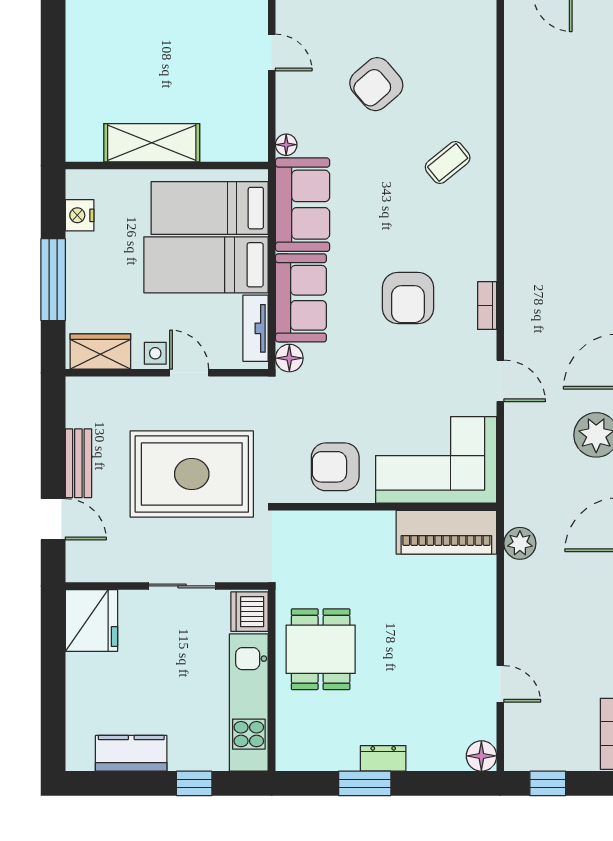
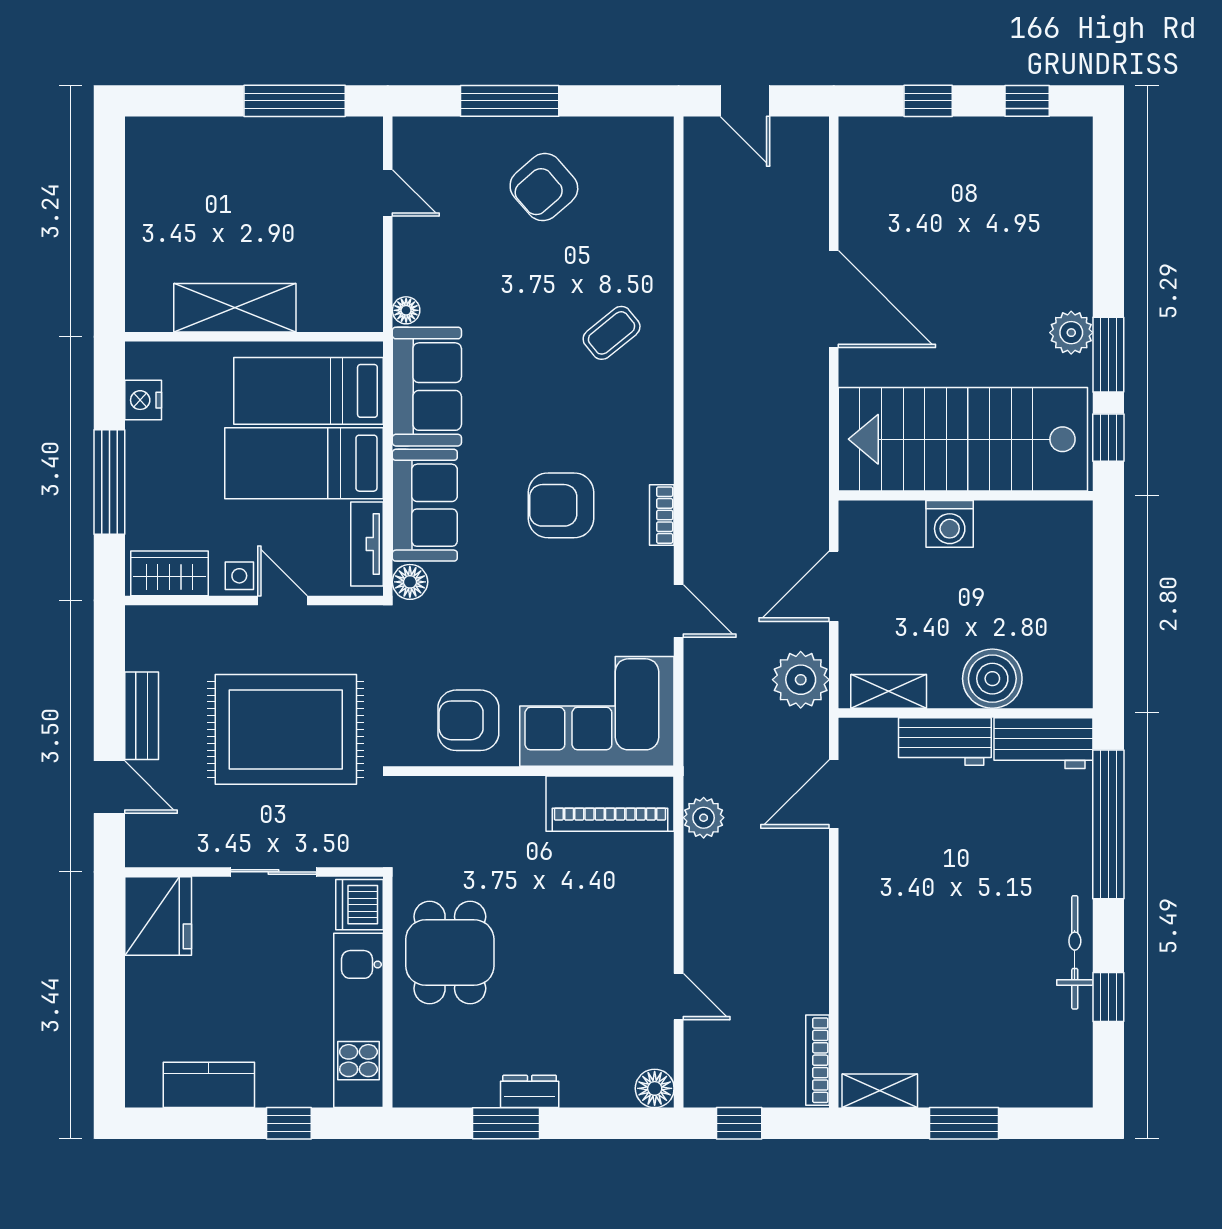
armchair: (376, 84) -> (544, 187), moved
armchair: (408, 298) -> (561, 505), turned 90

